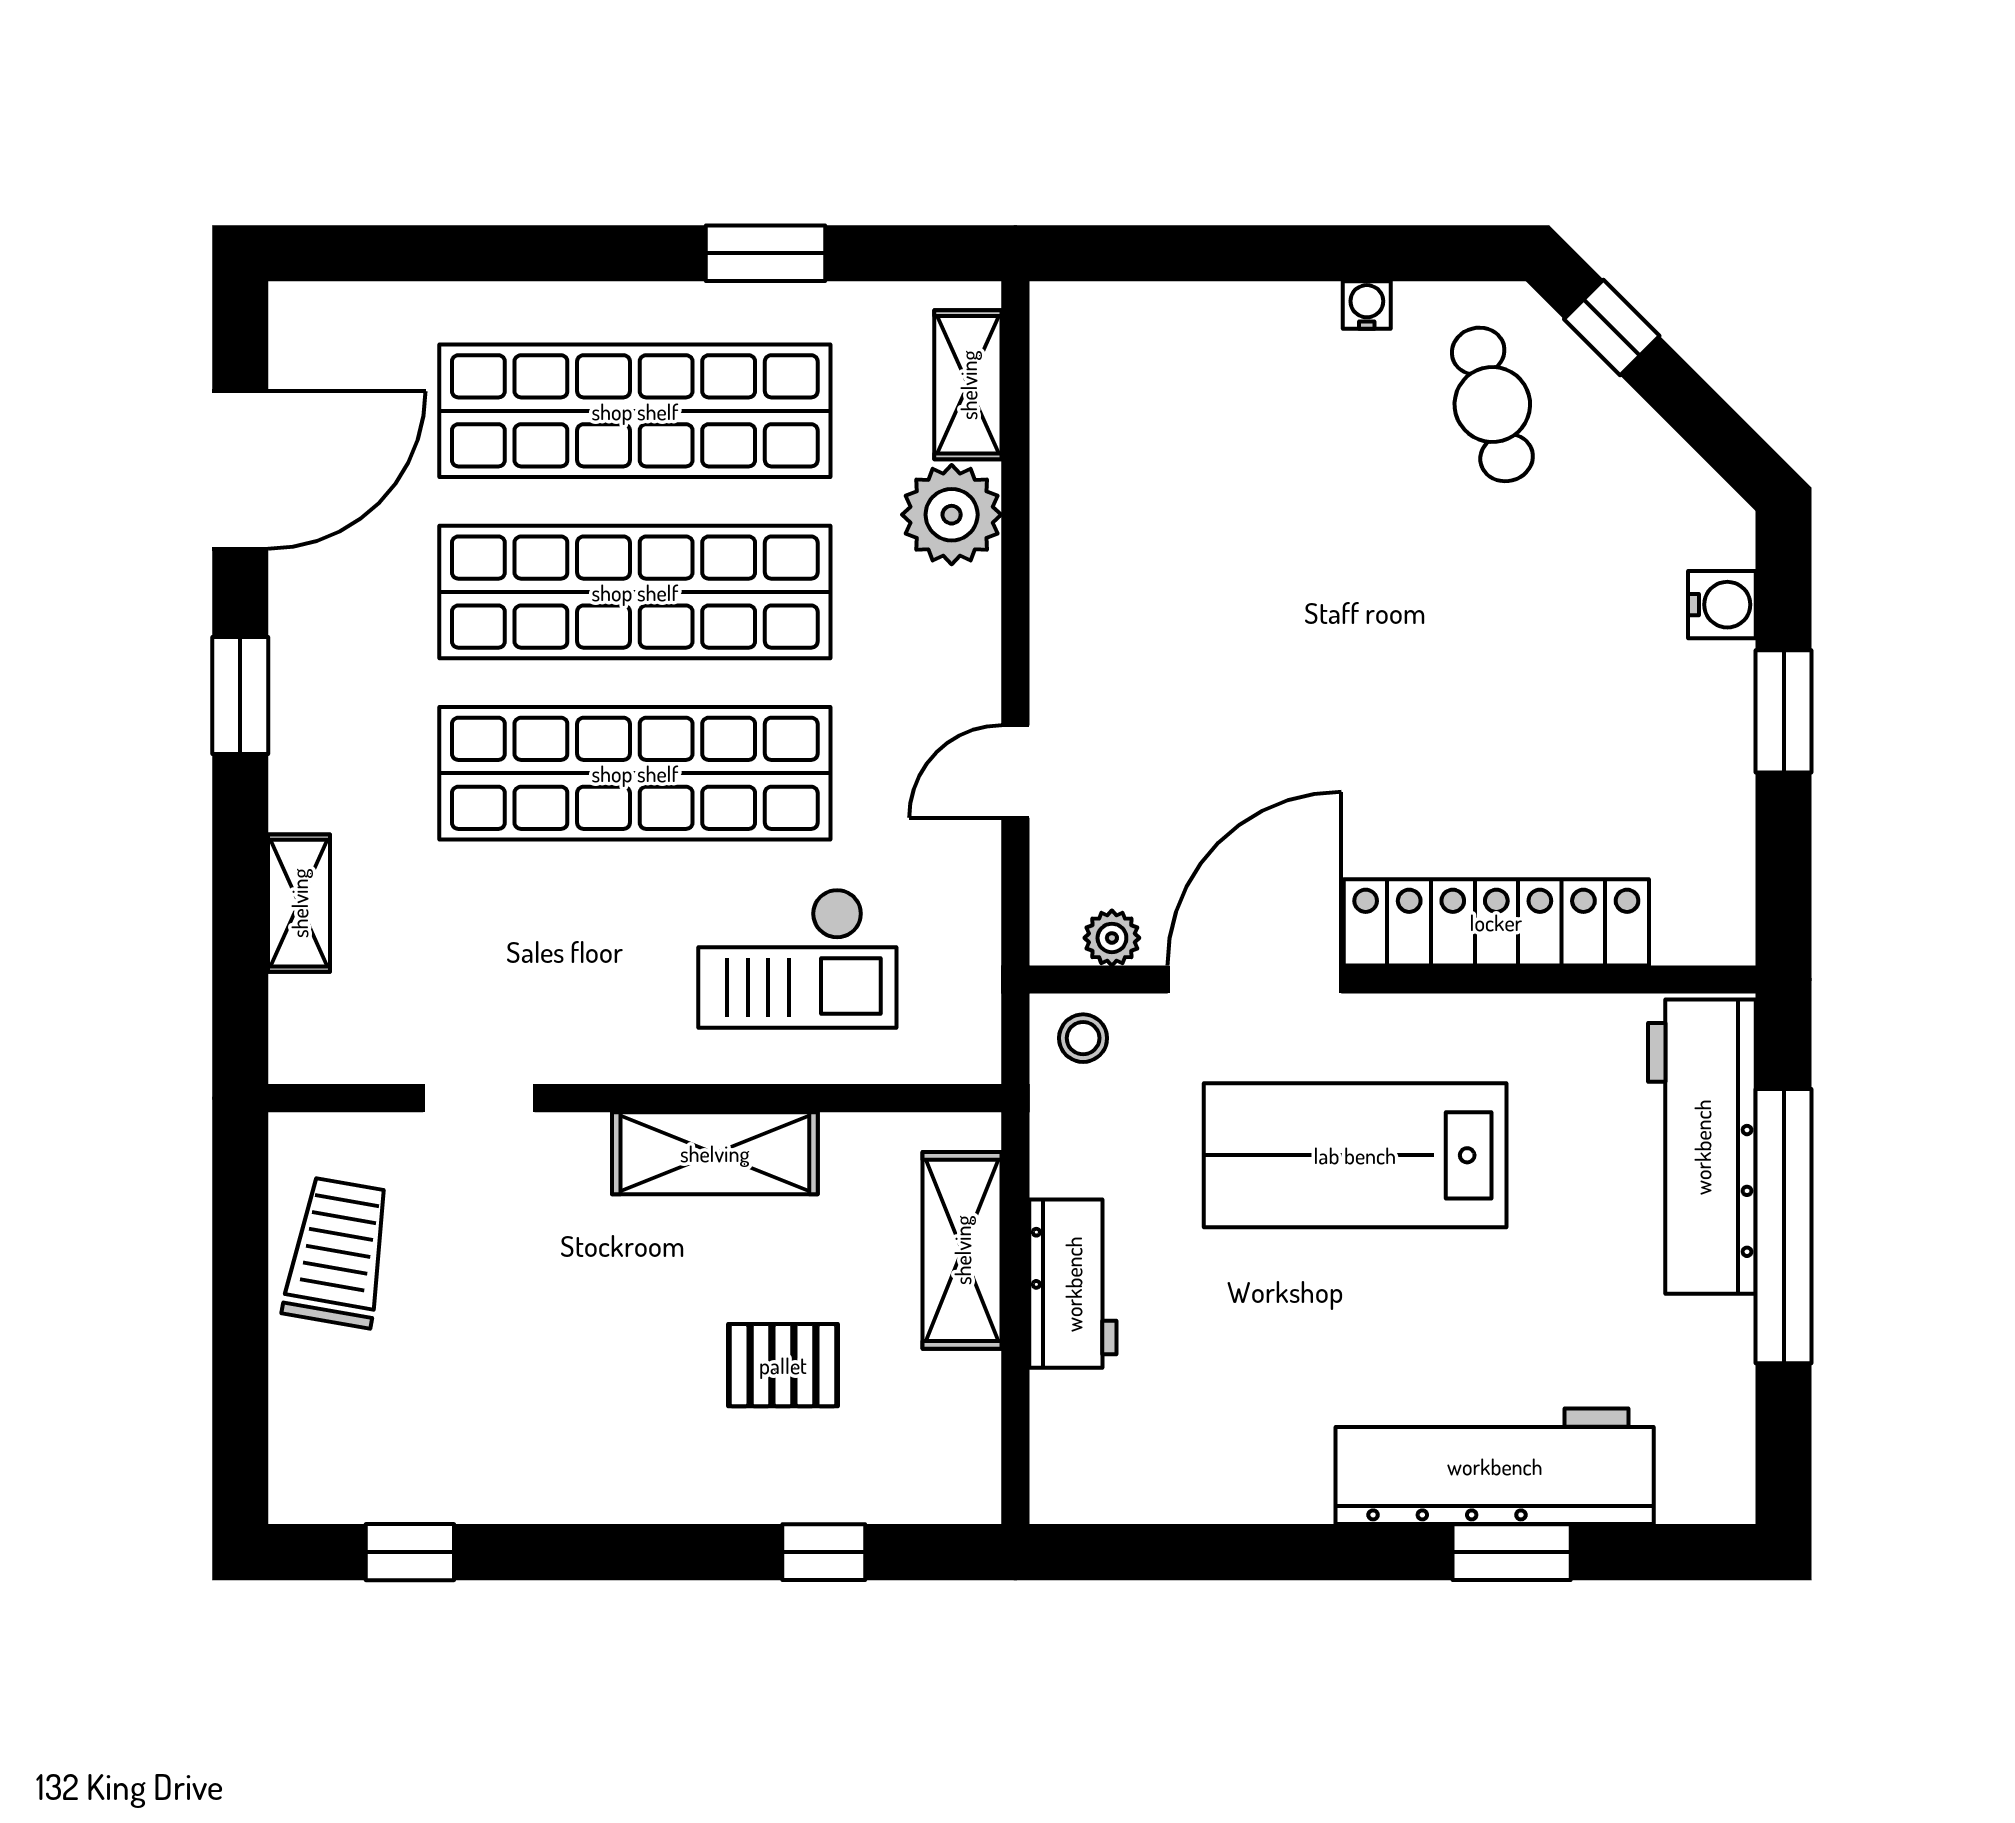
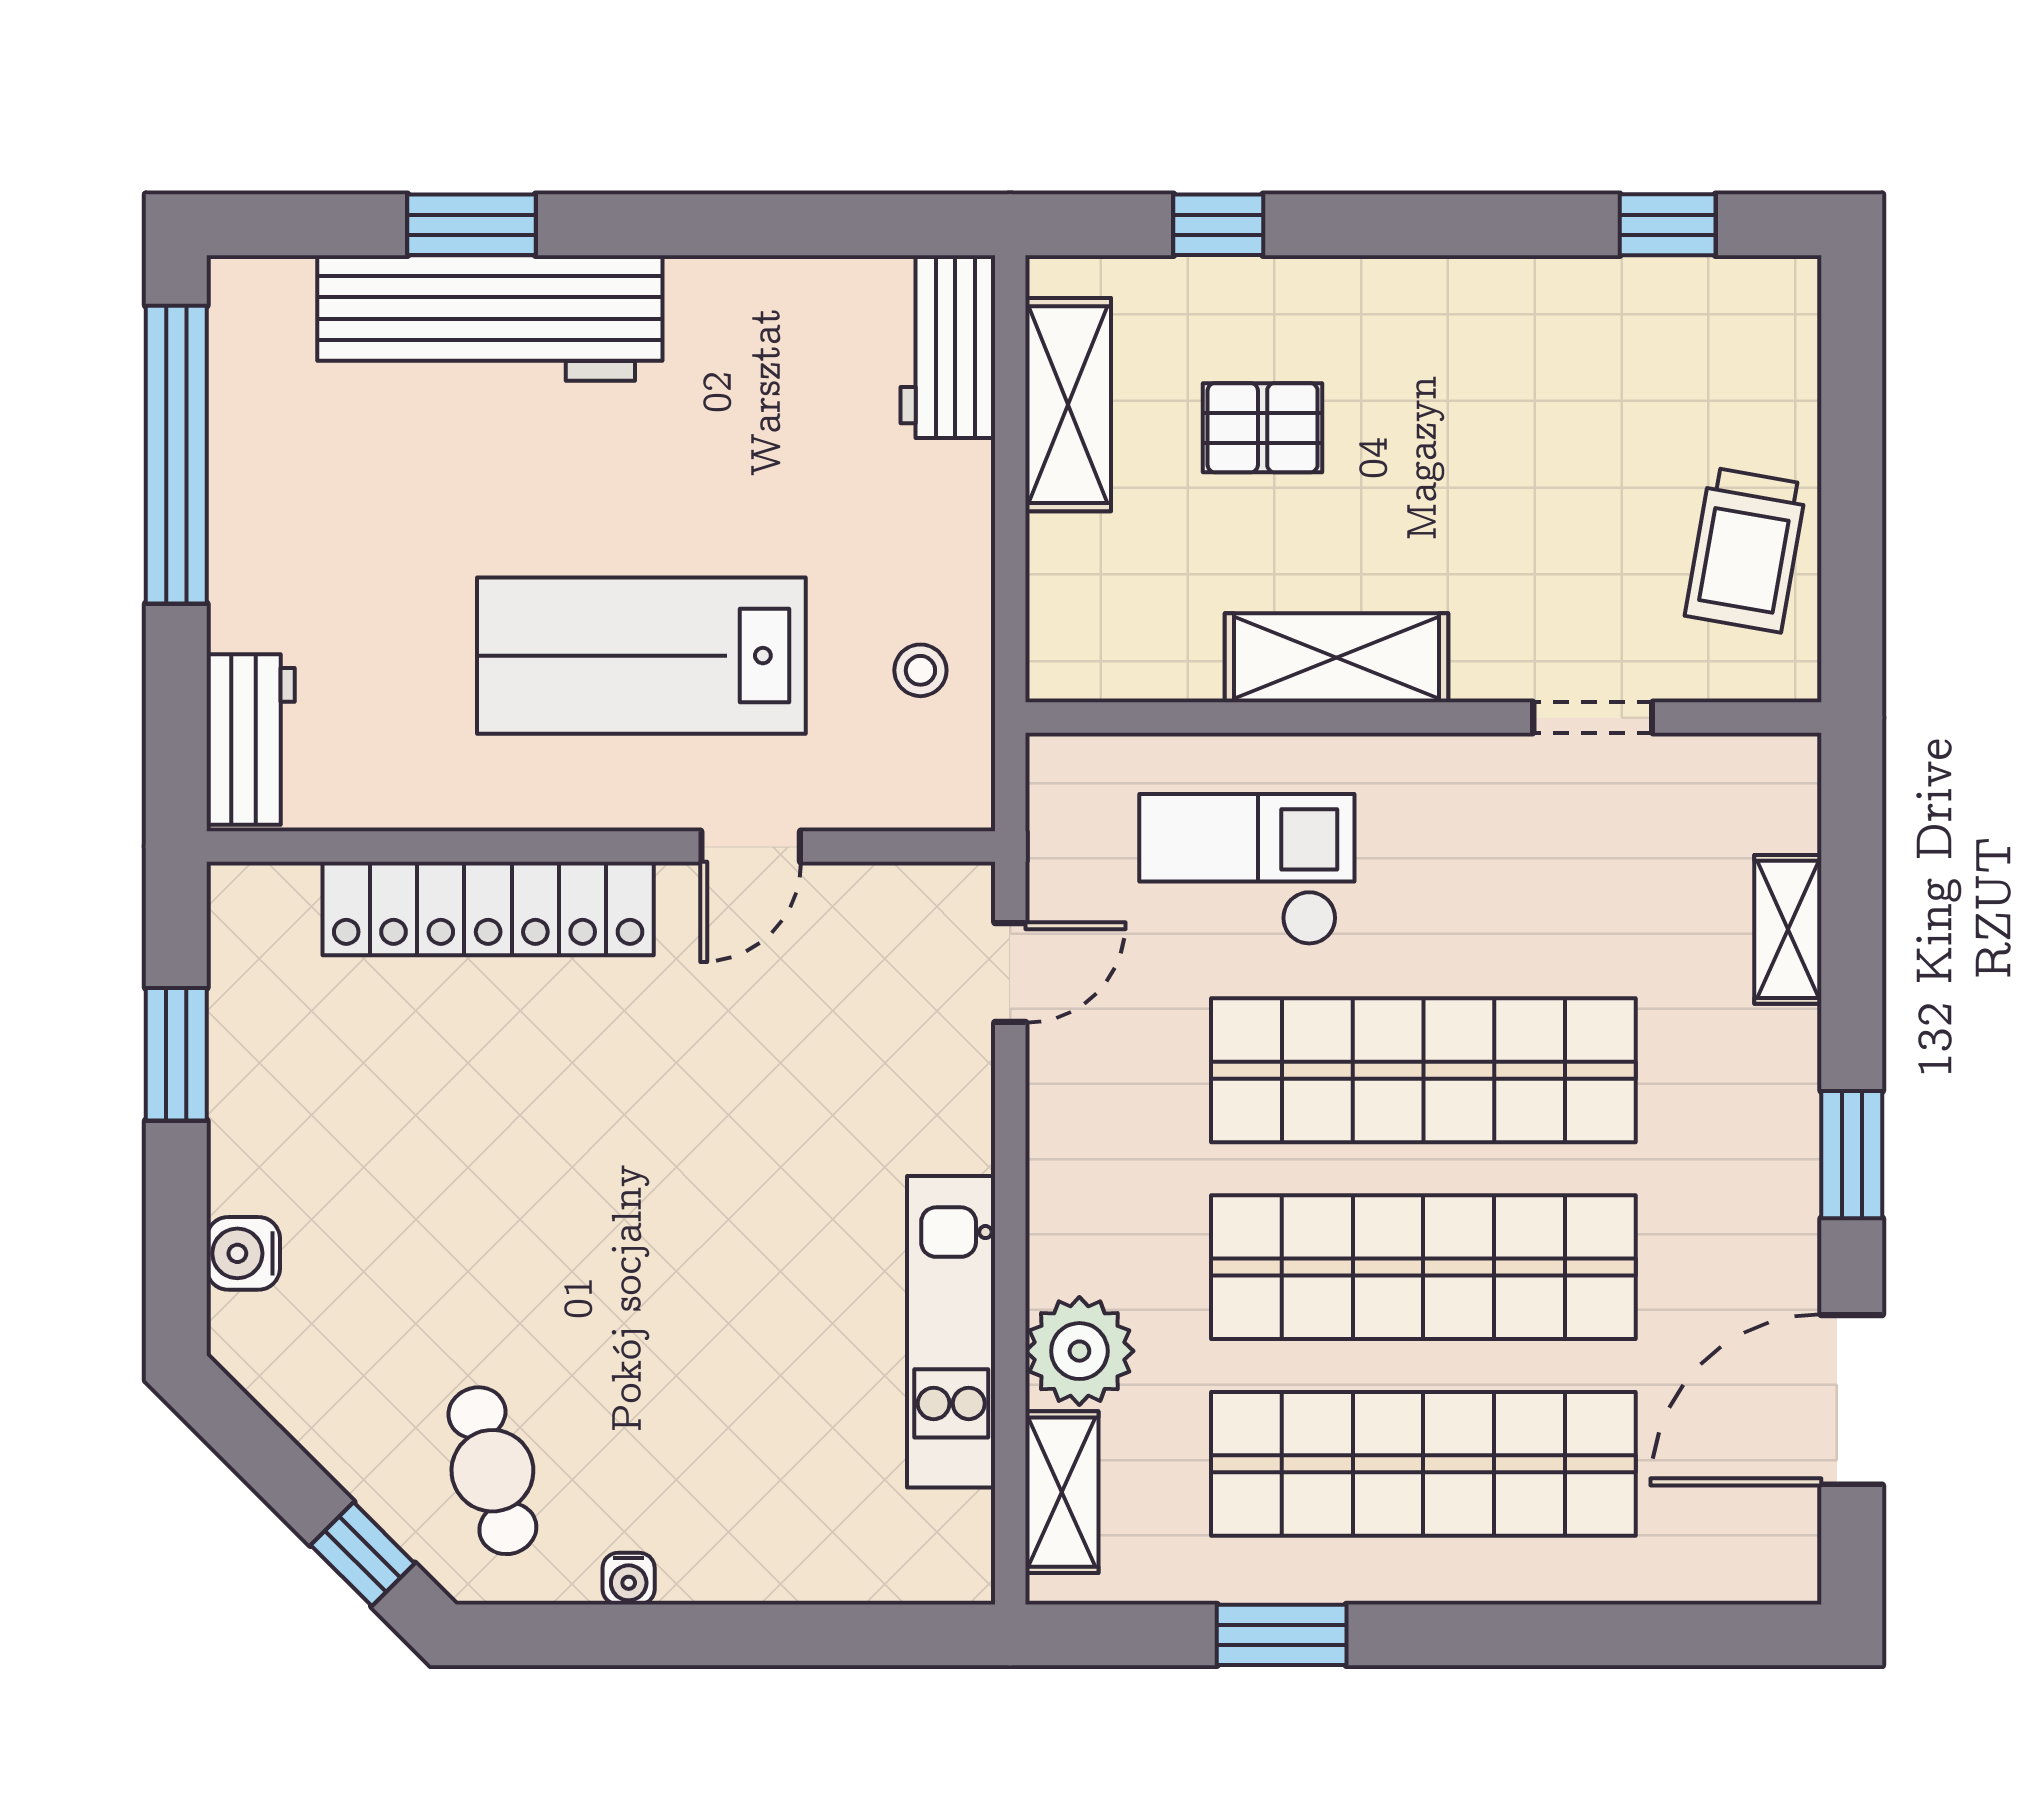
kitchen unit: (1070, 532) -> (951, 1332), added
window: (1784, 711) -> (176, 1054), moved
door: (1015, 772) -> (1010, 973), moved
plant: (1112, 938) -> (905, 892), removed
door: (1254, 979) -> (751, 846), width x0.53
stool: (1083, 1038) -> (920, 670), moved
workbench: (1702, 1147) -> (251, 739), width x0.53, depth x0.76
lab bench: (1355, 1155) -> (641, 656), turned 180
window: (1784, 1226) -> (176, 455), moved
shelving: (962, 1250) -> (1068, 405), moved
workbench: (1073, 1284) -> (948, 347), moved

